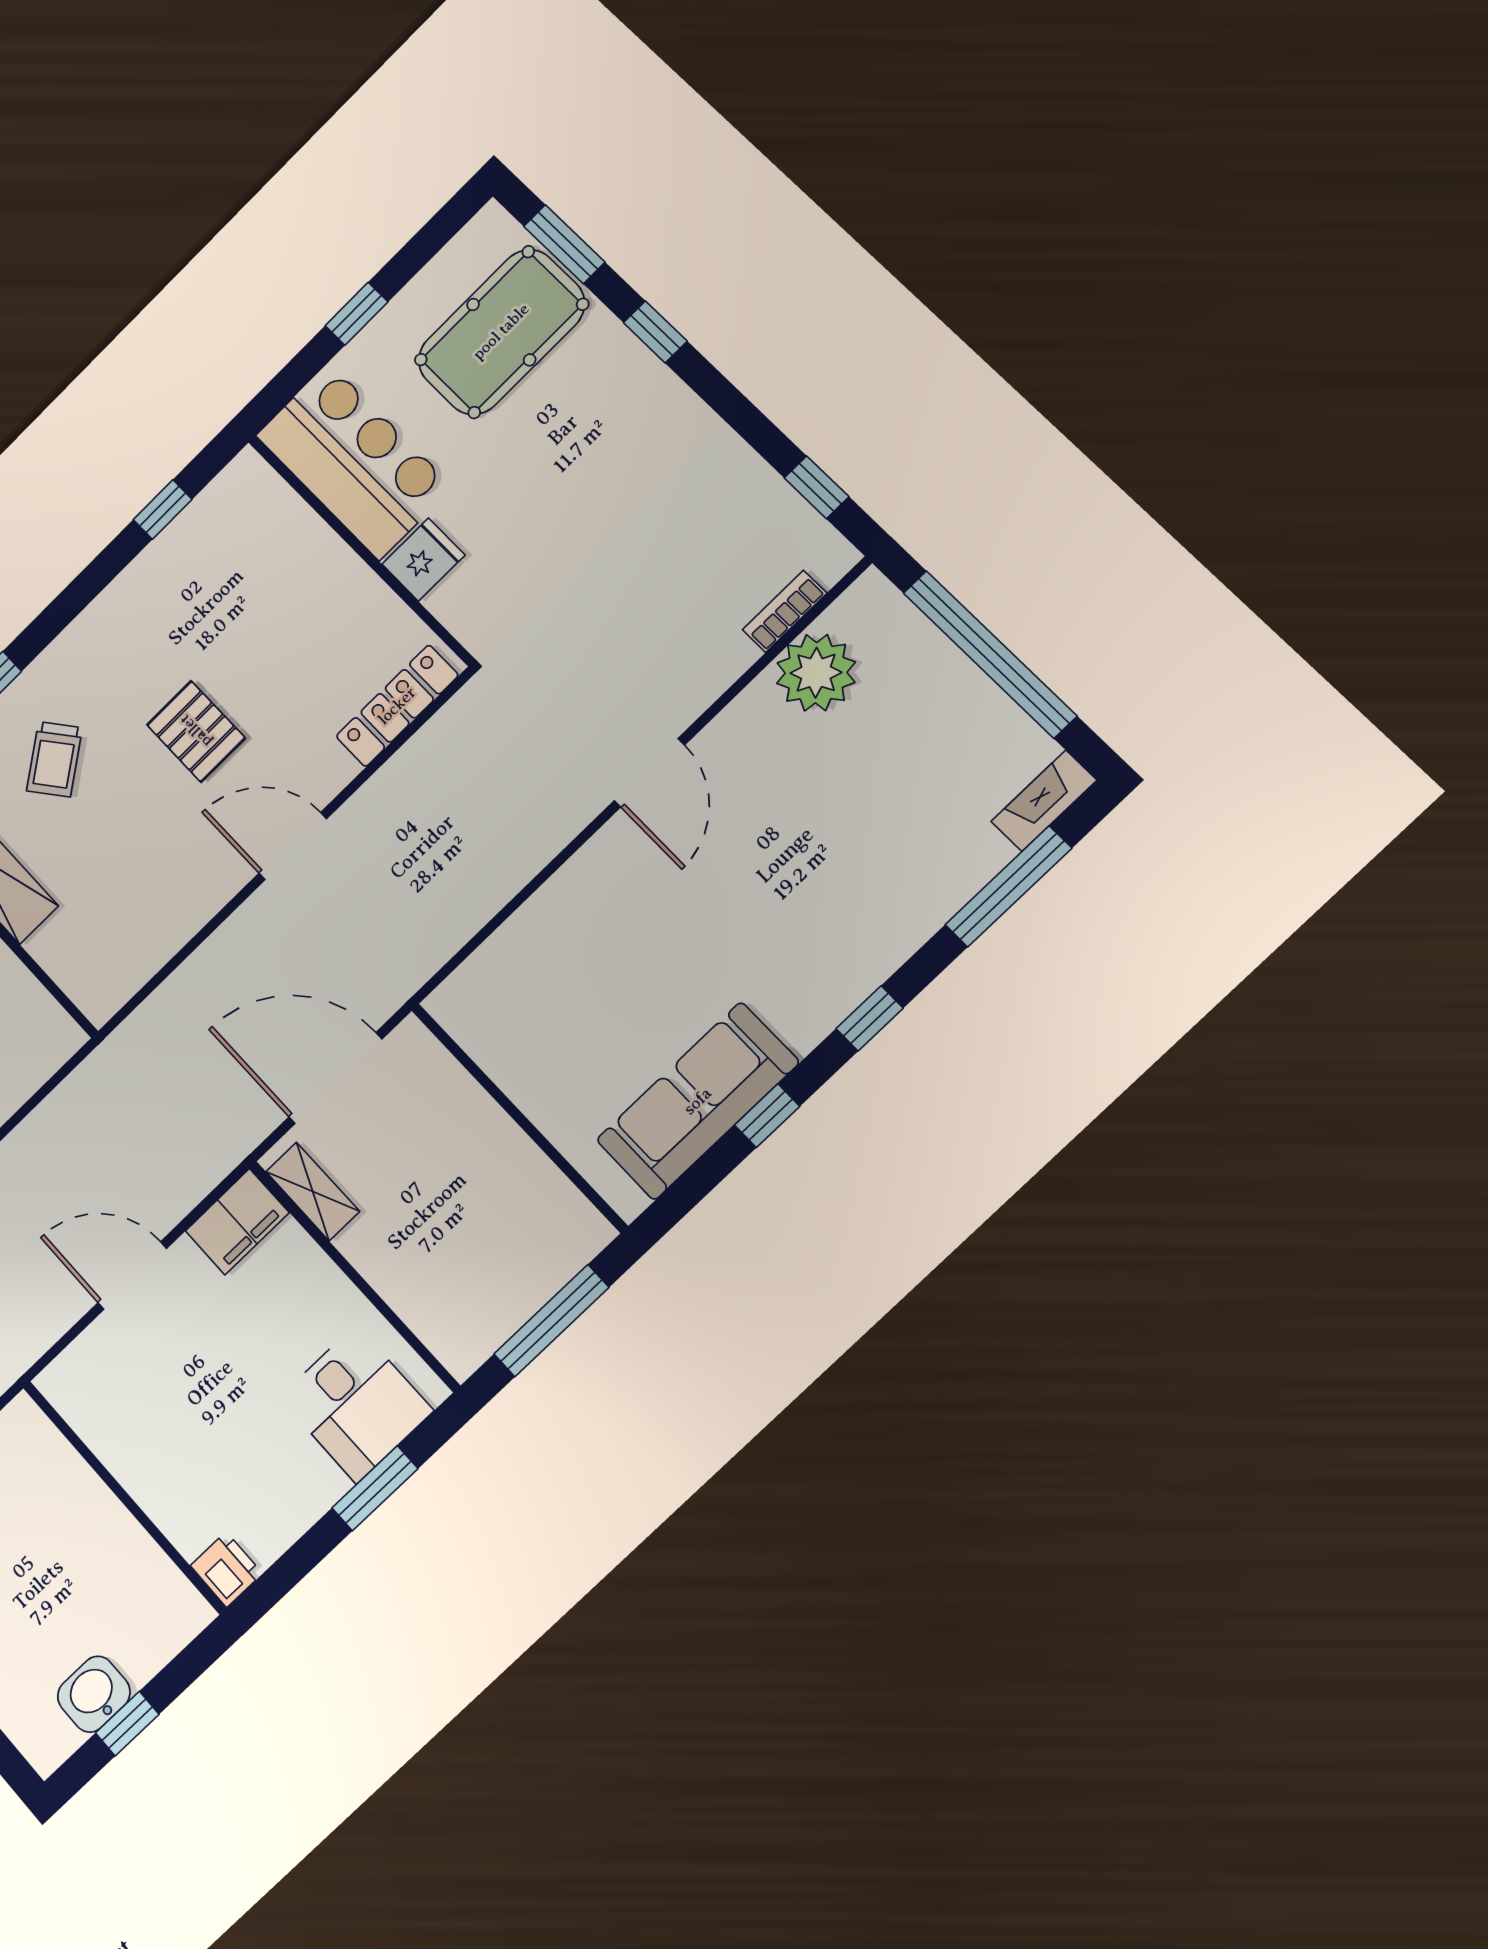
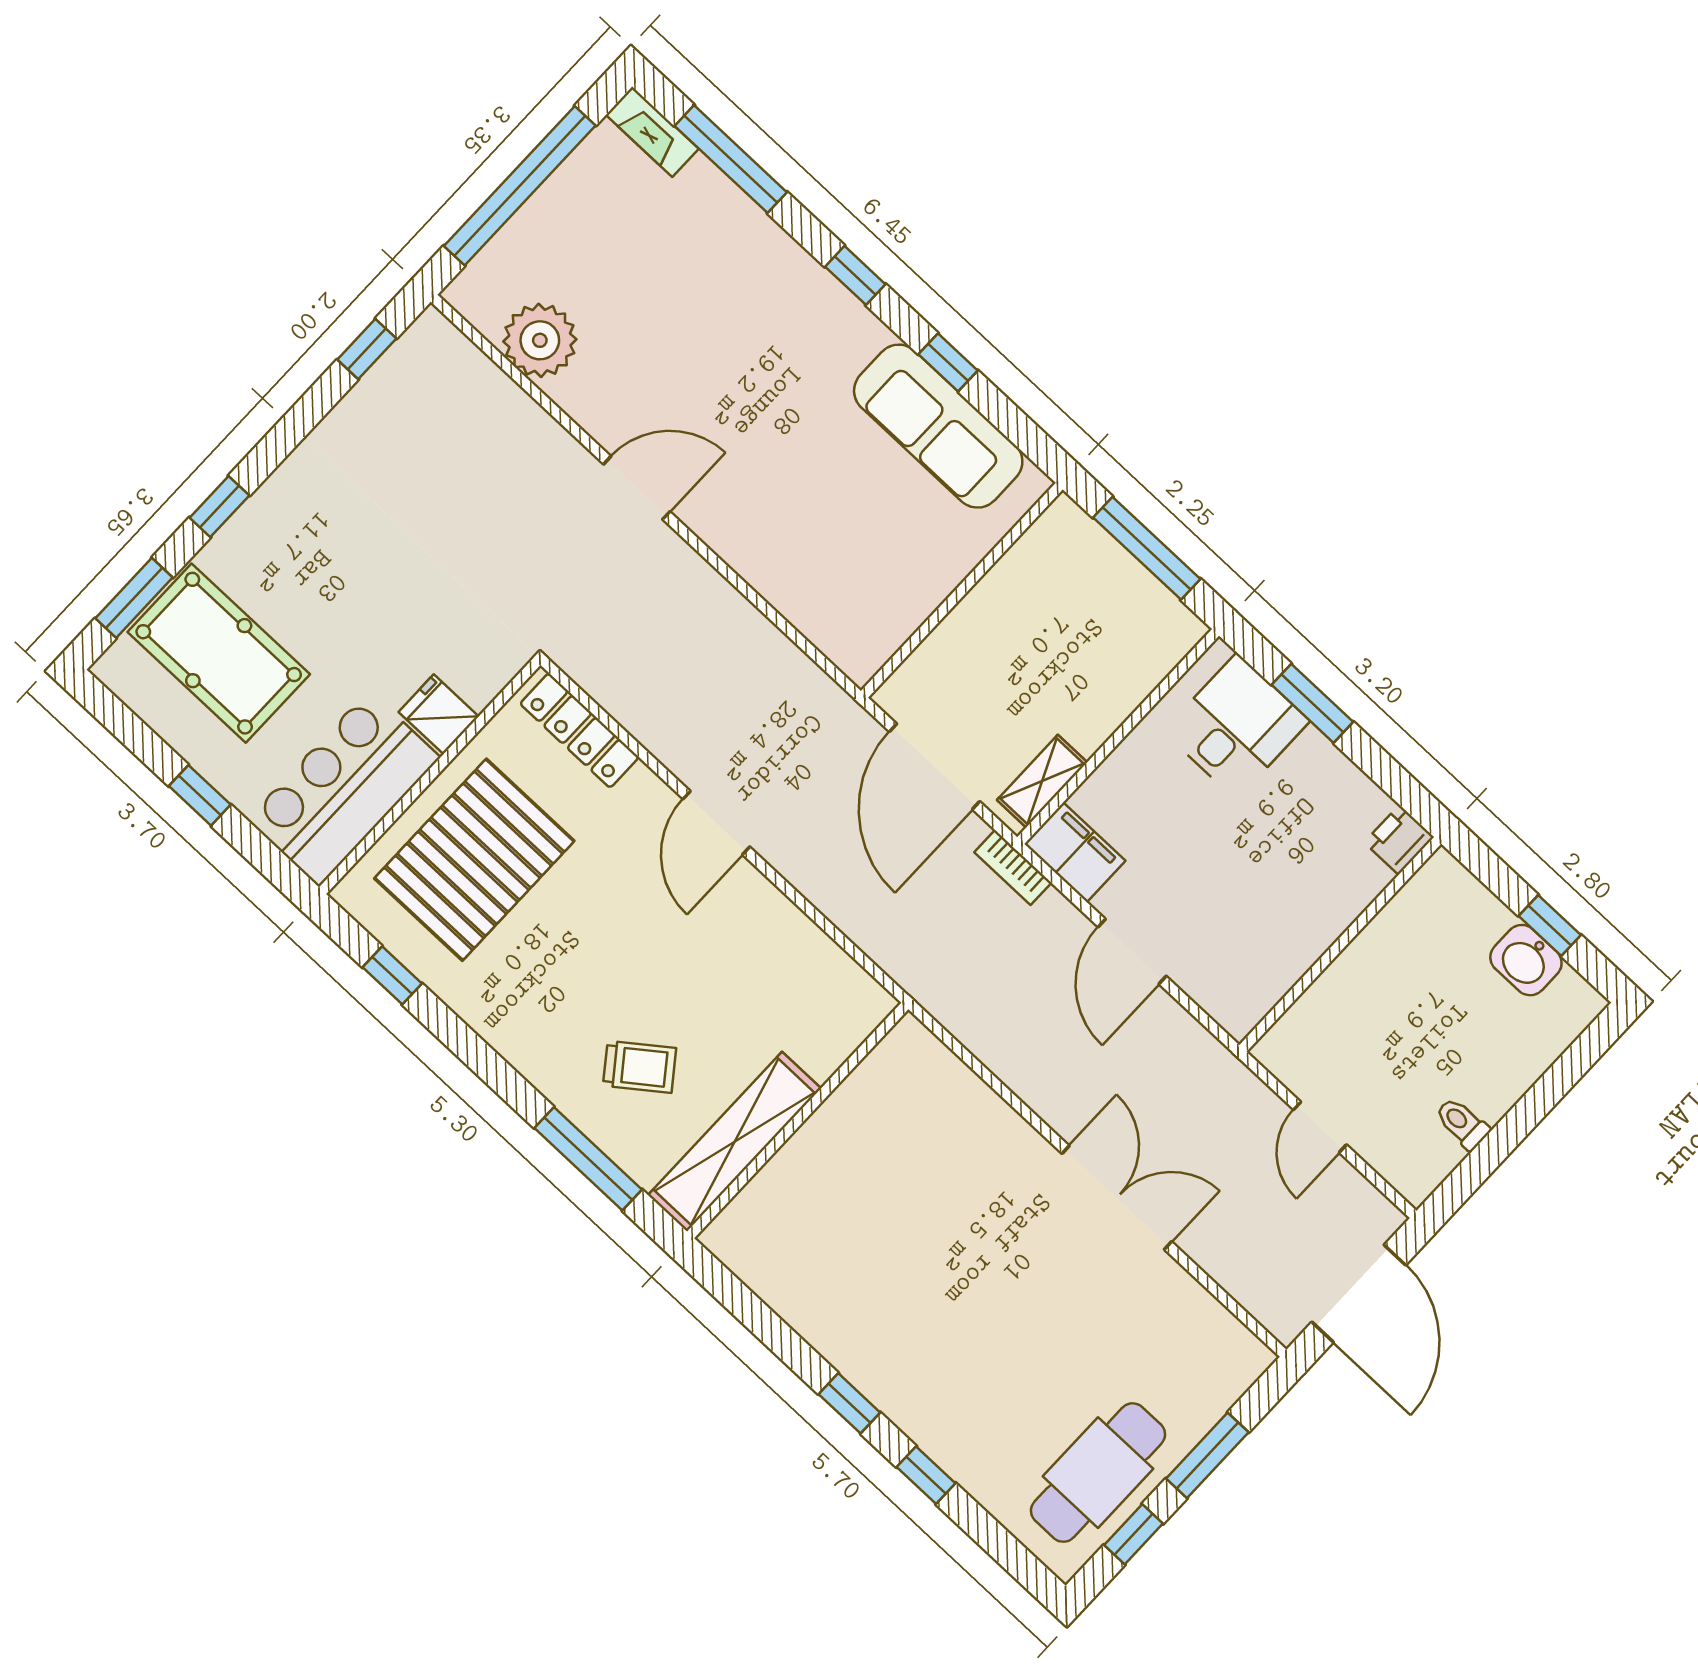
bookcase: (785, 611) -> (1013, 867), moved
pallet: (196, 731) -> (474, 860), moved, width x2.05, depth x2.00

